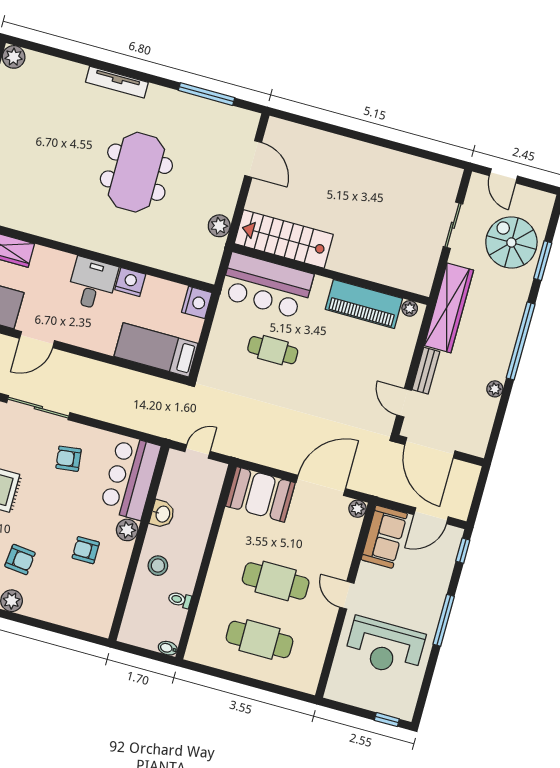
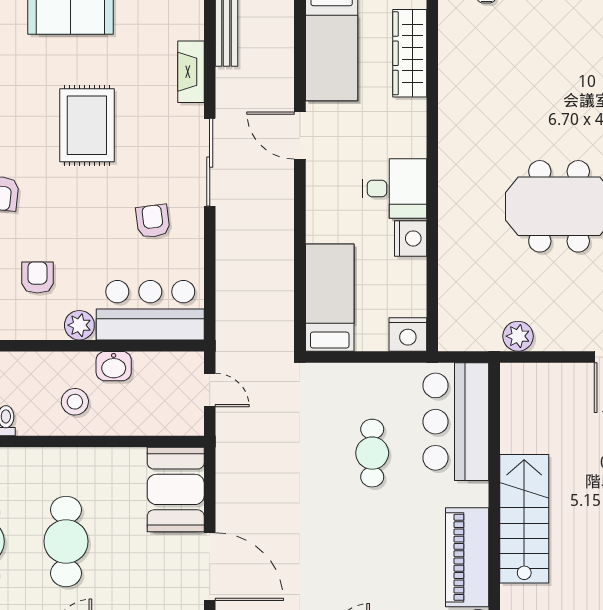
stairs: (284, 239) -> (524, 519), moved
stool: (158, 566) -> (75, 402), moved

